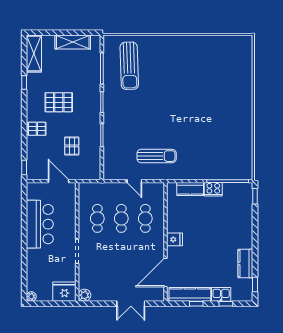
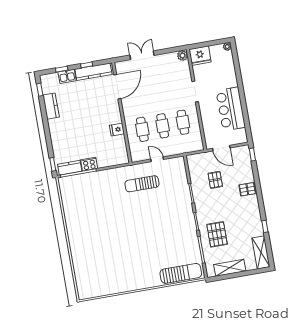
sun lounger: (129, 66) -> (181, 273), moved, turned 92
pallet: (59, 102) -> (217, 234), moved, turned 90
kitchen counter: (190, 189) -> (70, 168), moved
fridge: (174, 239) -> (117, 130), moved

